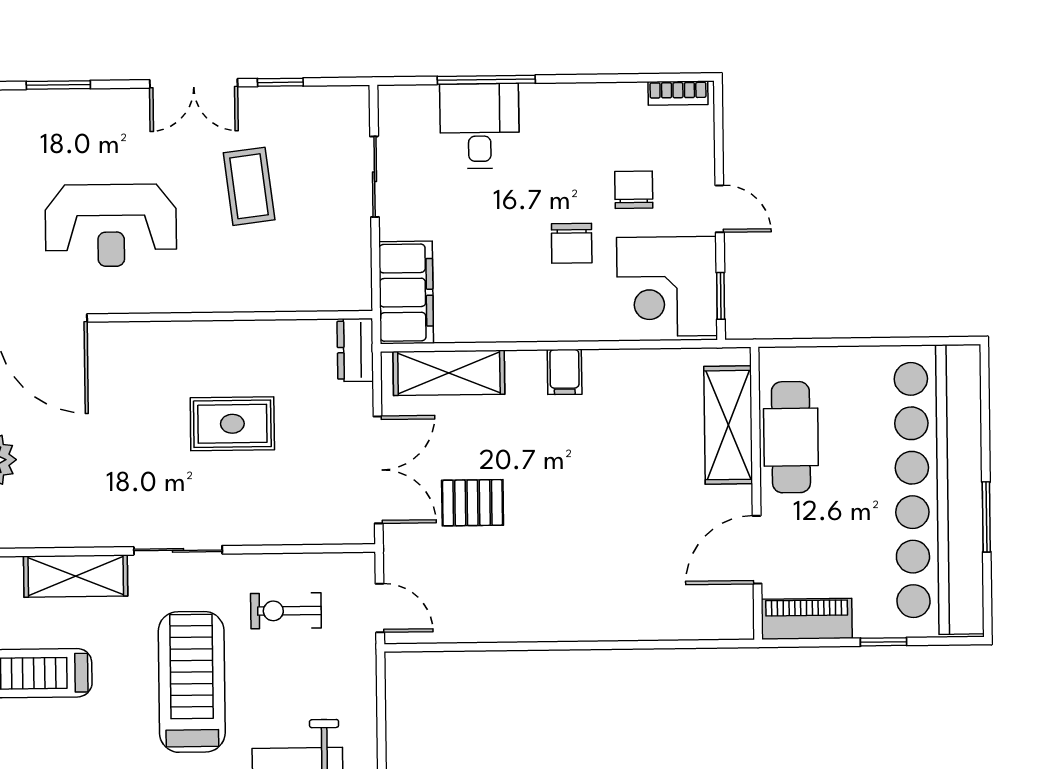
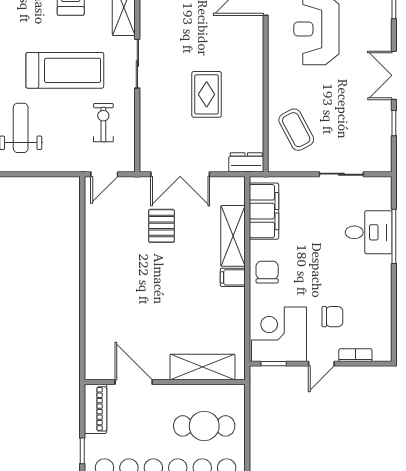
bookcase: (678, 93) -> (355, 355), moved, turned 90
coffee table: (249, 186) -> (296, 130), moved, turned 69
chair: (572, 243) -> (267, 272), moved, turned 90
filing cabinet: (406, 293) -> (264, 211), moved, turned -90
shelving: (449, 373) -> (233, 236), moved
cafe table: (791, 437) -> (204, 426), moved

